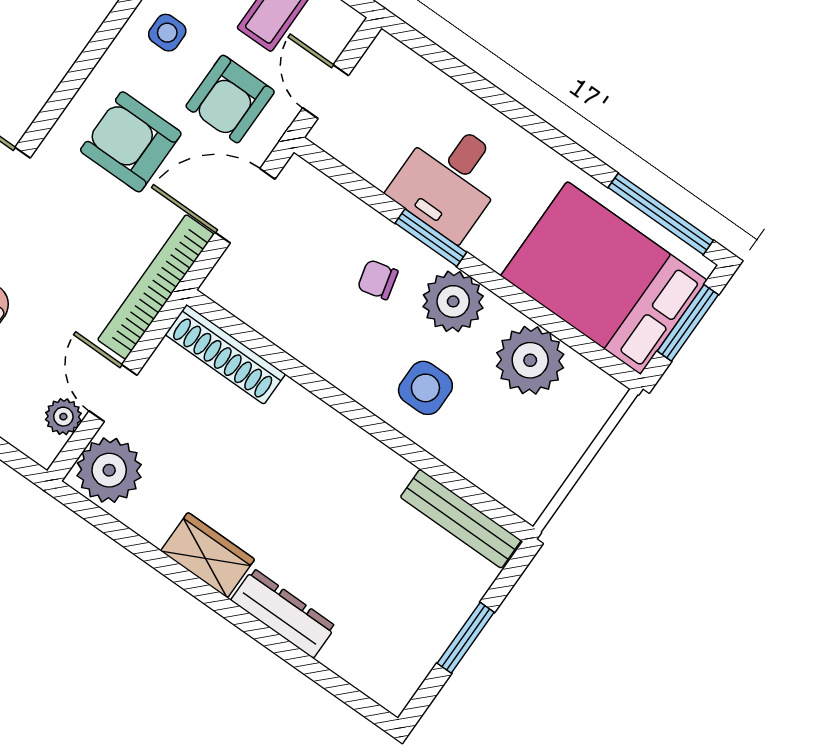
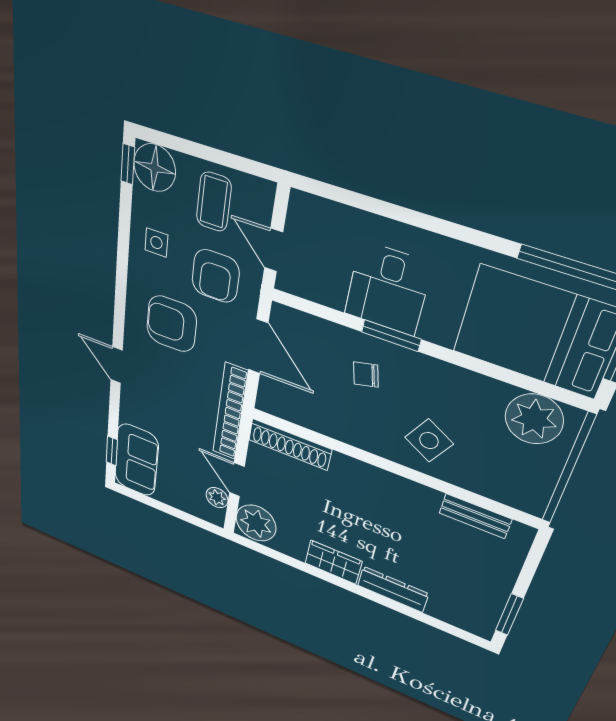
door: (245, 206) -> (258, 347), swing flipped
plant: (453, 301) -> (425, 377), removed
plant: (530, 360) -> (534, 419), moved
side table: (425, 388) -> (429, 441), turned 30
bench: (461, 519) -> (475, 516), width x0.73
window: (466, 638) -> (509, 615), moved

